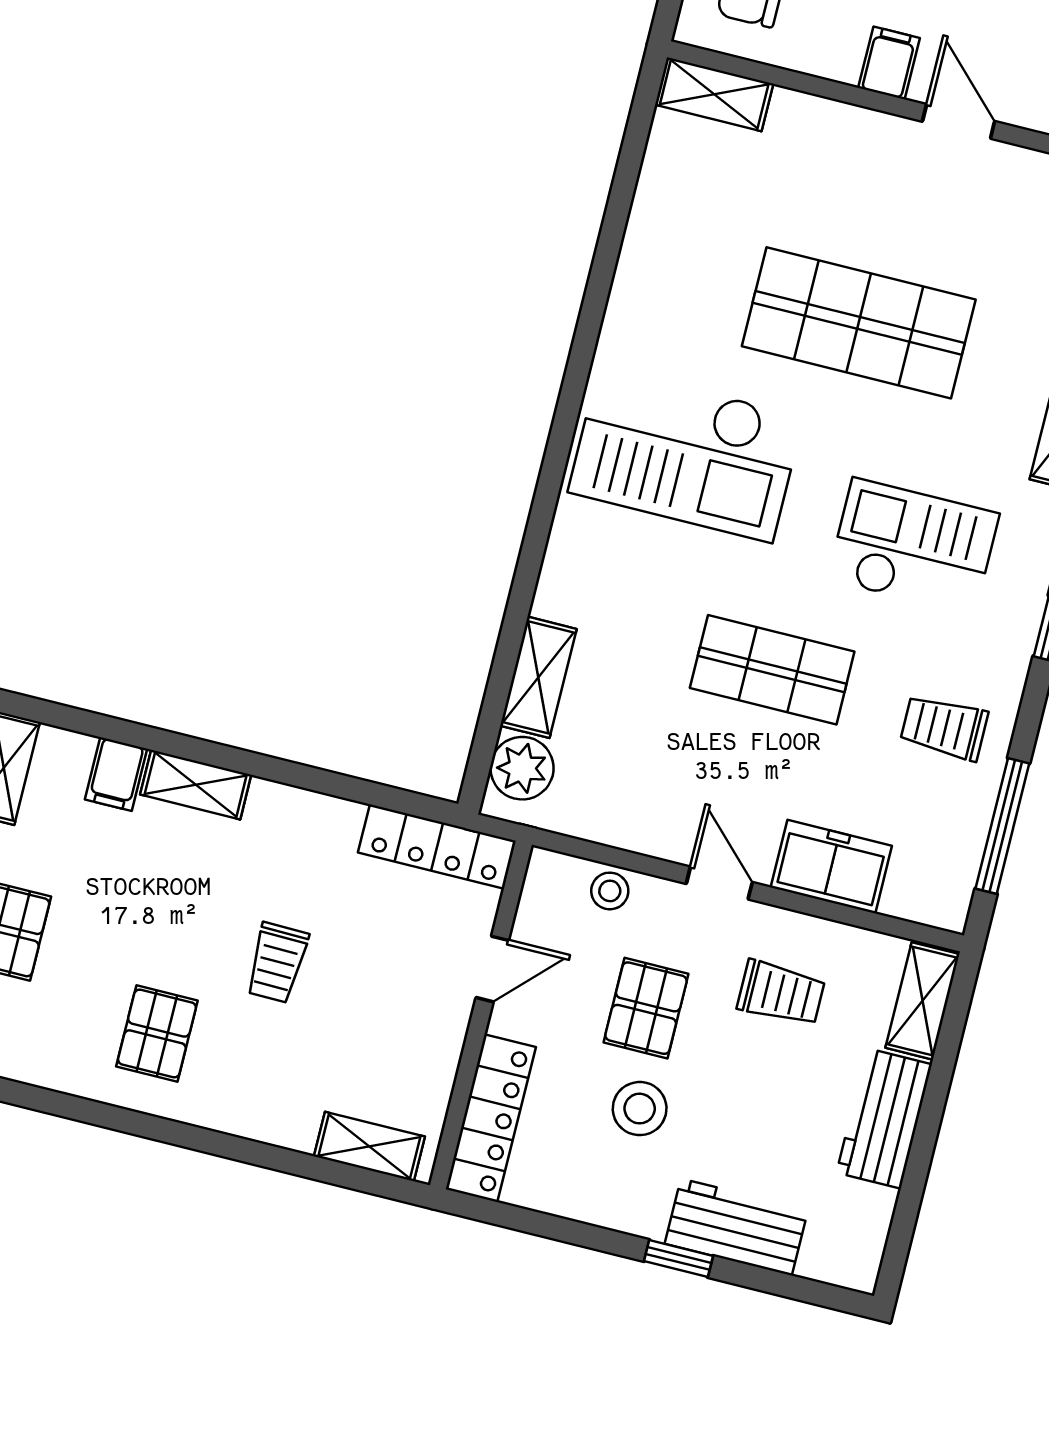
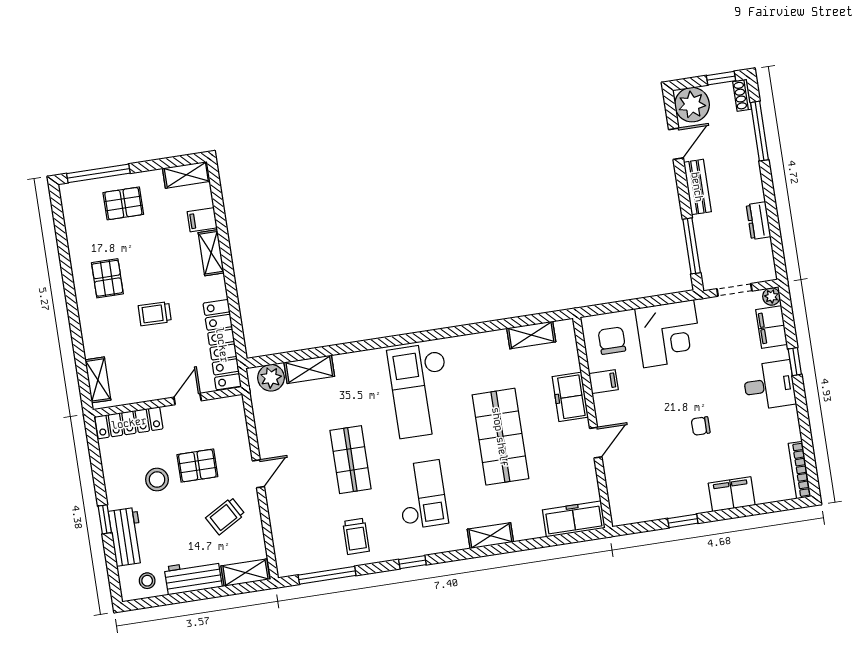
filing cabinet: (889, 63) -> (603, 382), moved
shelving: (714, 94) -> (531, 335), moved, turned 90
trolley: (944, 727) -> (356, 536), turned 180
locker: (437, 847) -> (222, 345), width x1.41, depth x1.21
freezer: (831, 867) -> (570, 397), moved, turned 180
stool: (610, 891) -> (147, 581), moved
door: (492, 969) -> (188, 399), swing flipped
trolley: (781, 993) -> (225, 516), turned 60
pallet: (157, 1033) -> (107, 278), turned 90

